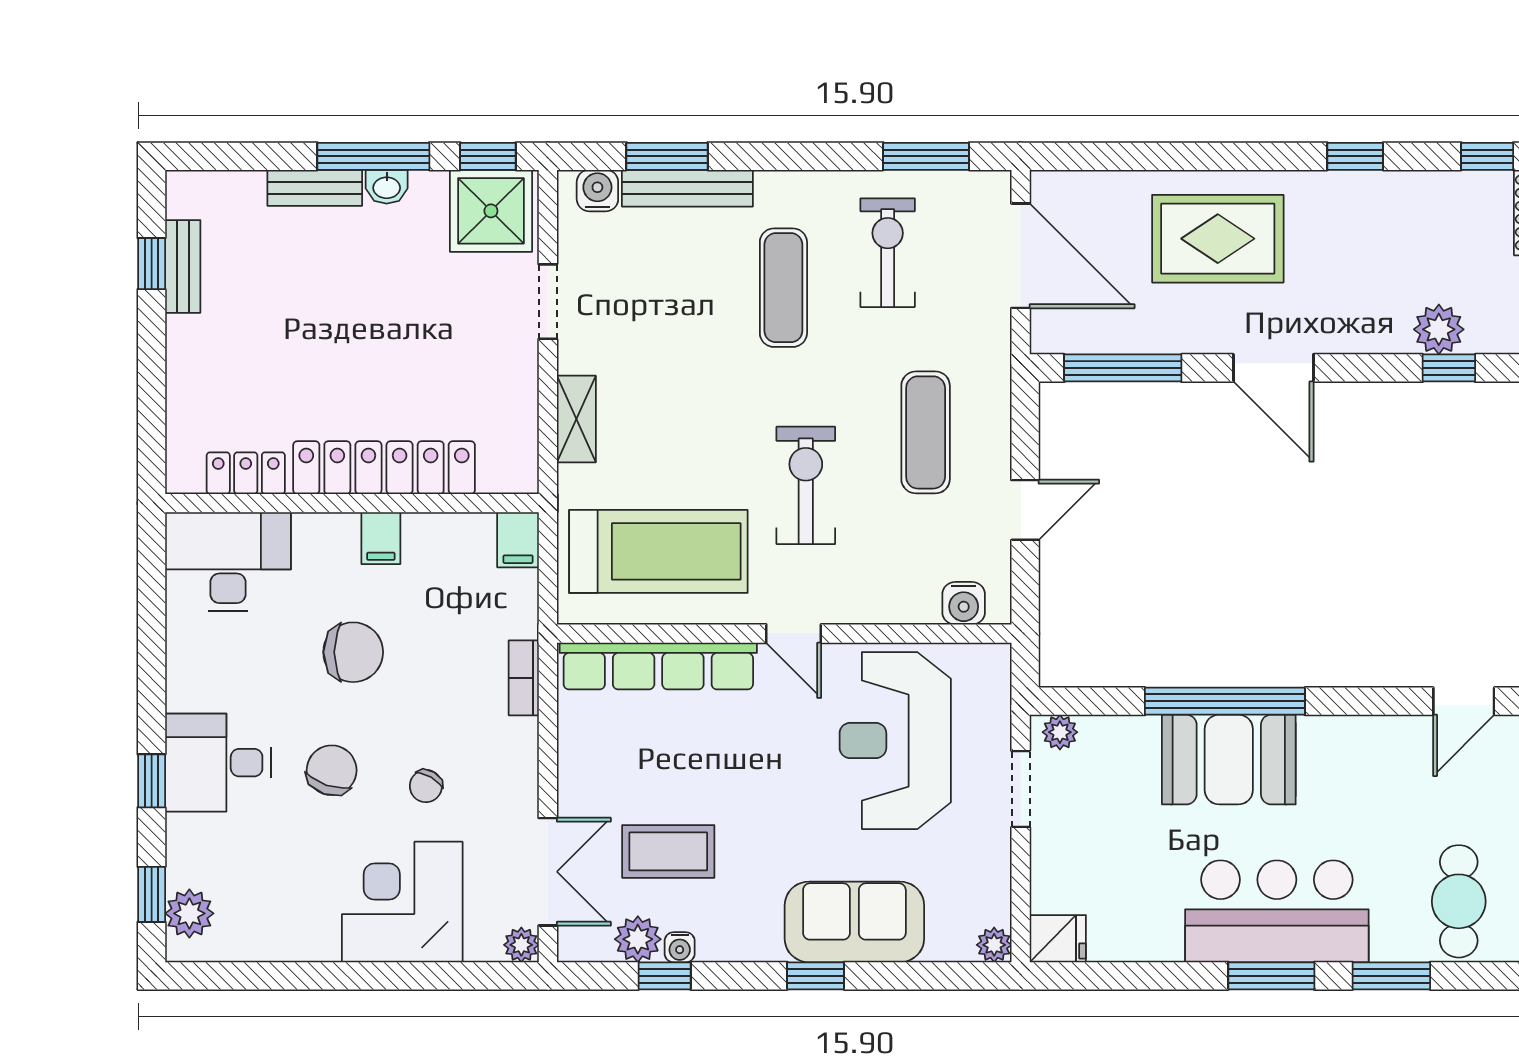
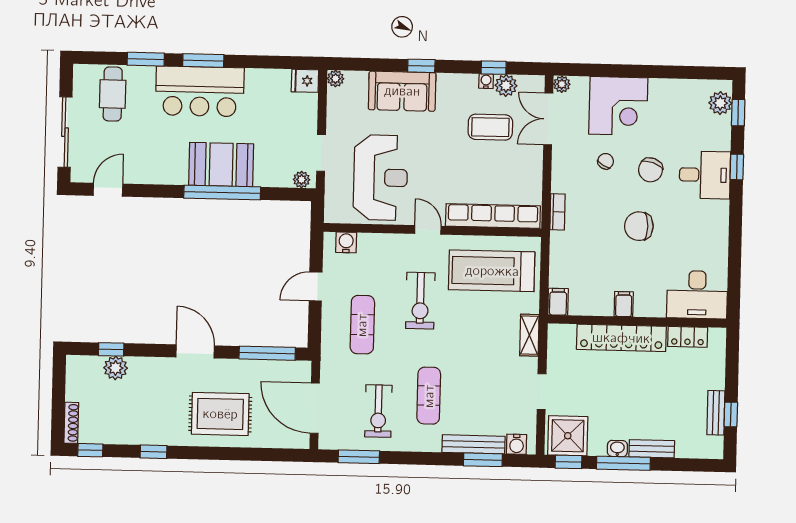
locker: (384, 468) -> (621, 338), moved
locker: (246, 473) -> (688, 337), moved
wall: (352, 503) -> (637, 321), moved
filing cabinet: (381, 538) -> (624, 304), moved
filing cabinet: (518, 540) -> (558, 302), moved
desk: (228, 562) -> (697, 295), moved

